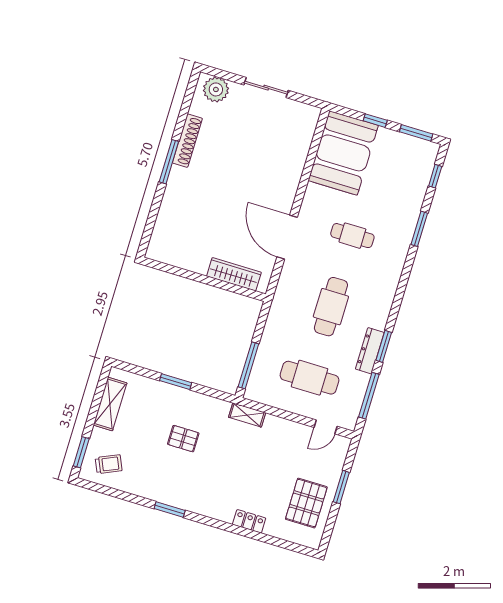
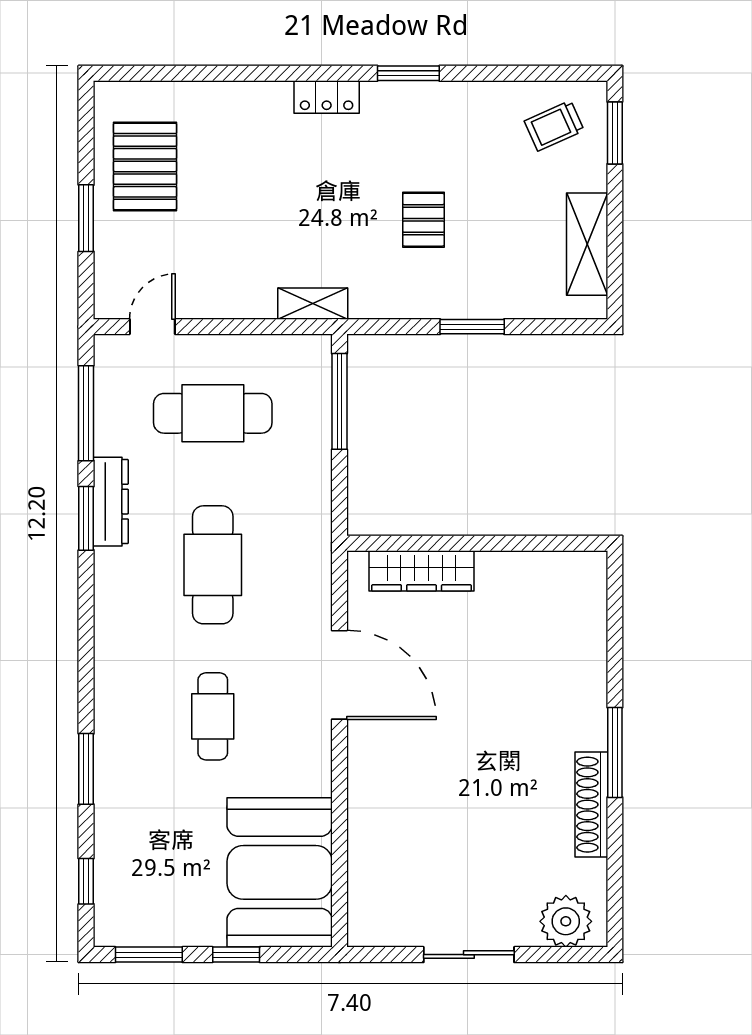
cafe table: (352, 236) -> (213, 716), turned 90
pallet: (183, 439) -> (423, 220), turned 90
locker: (249, 521) -> (327, 97), moved

